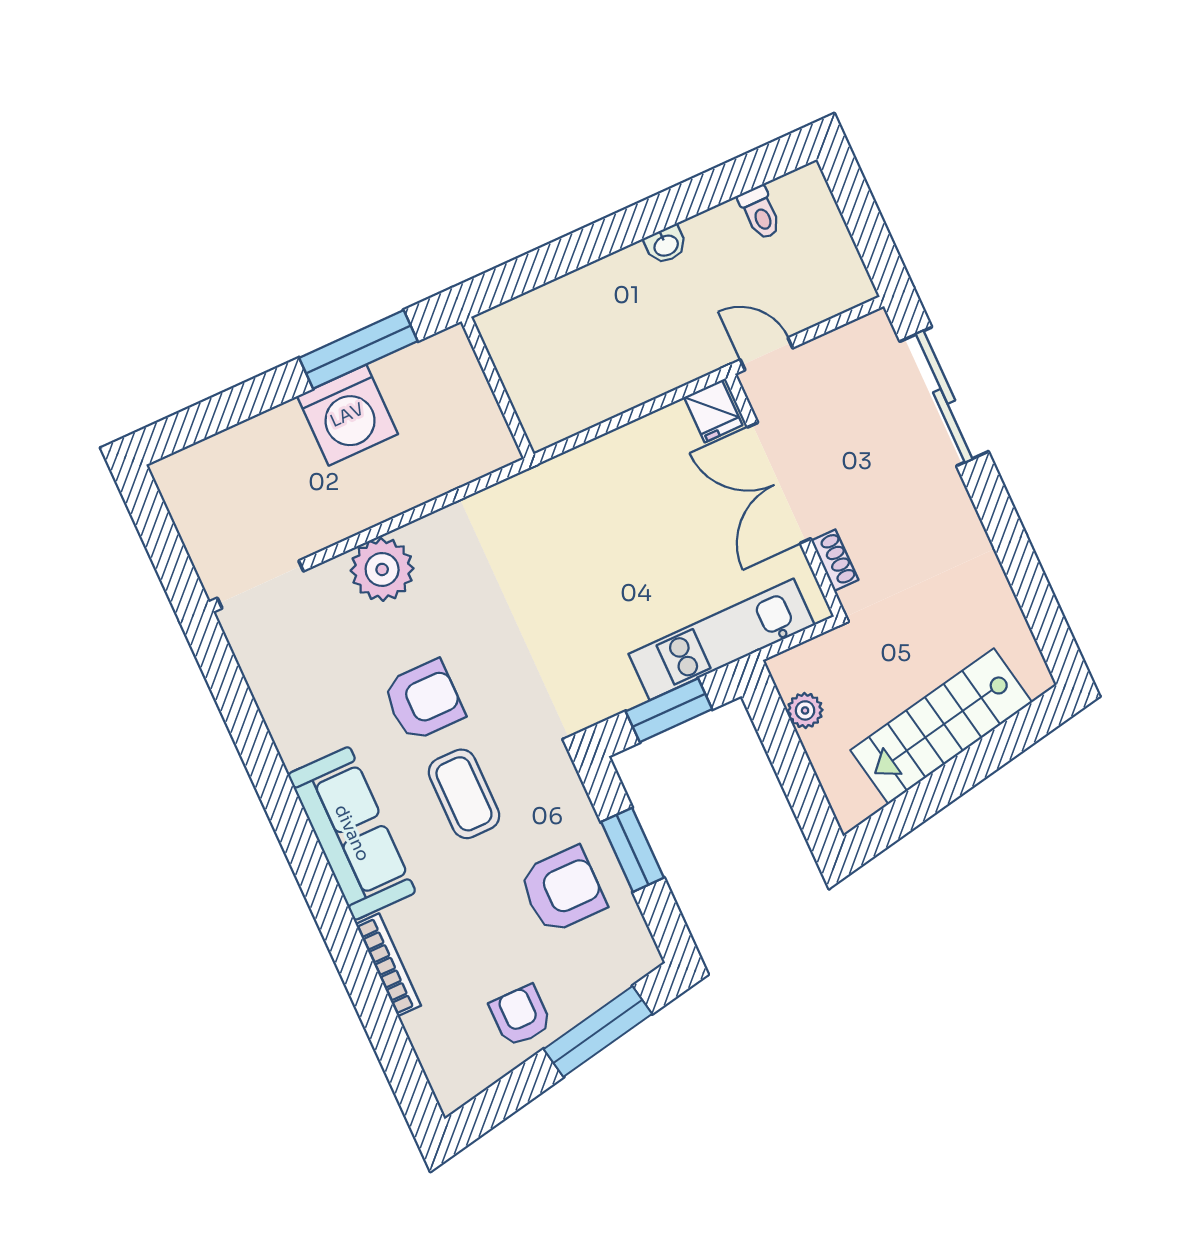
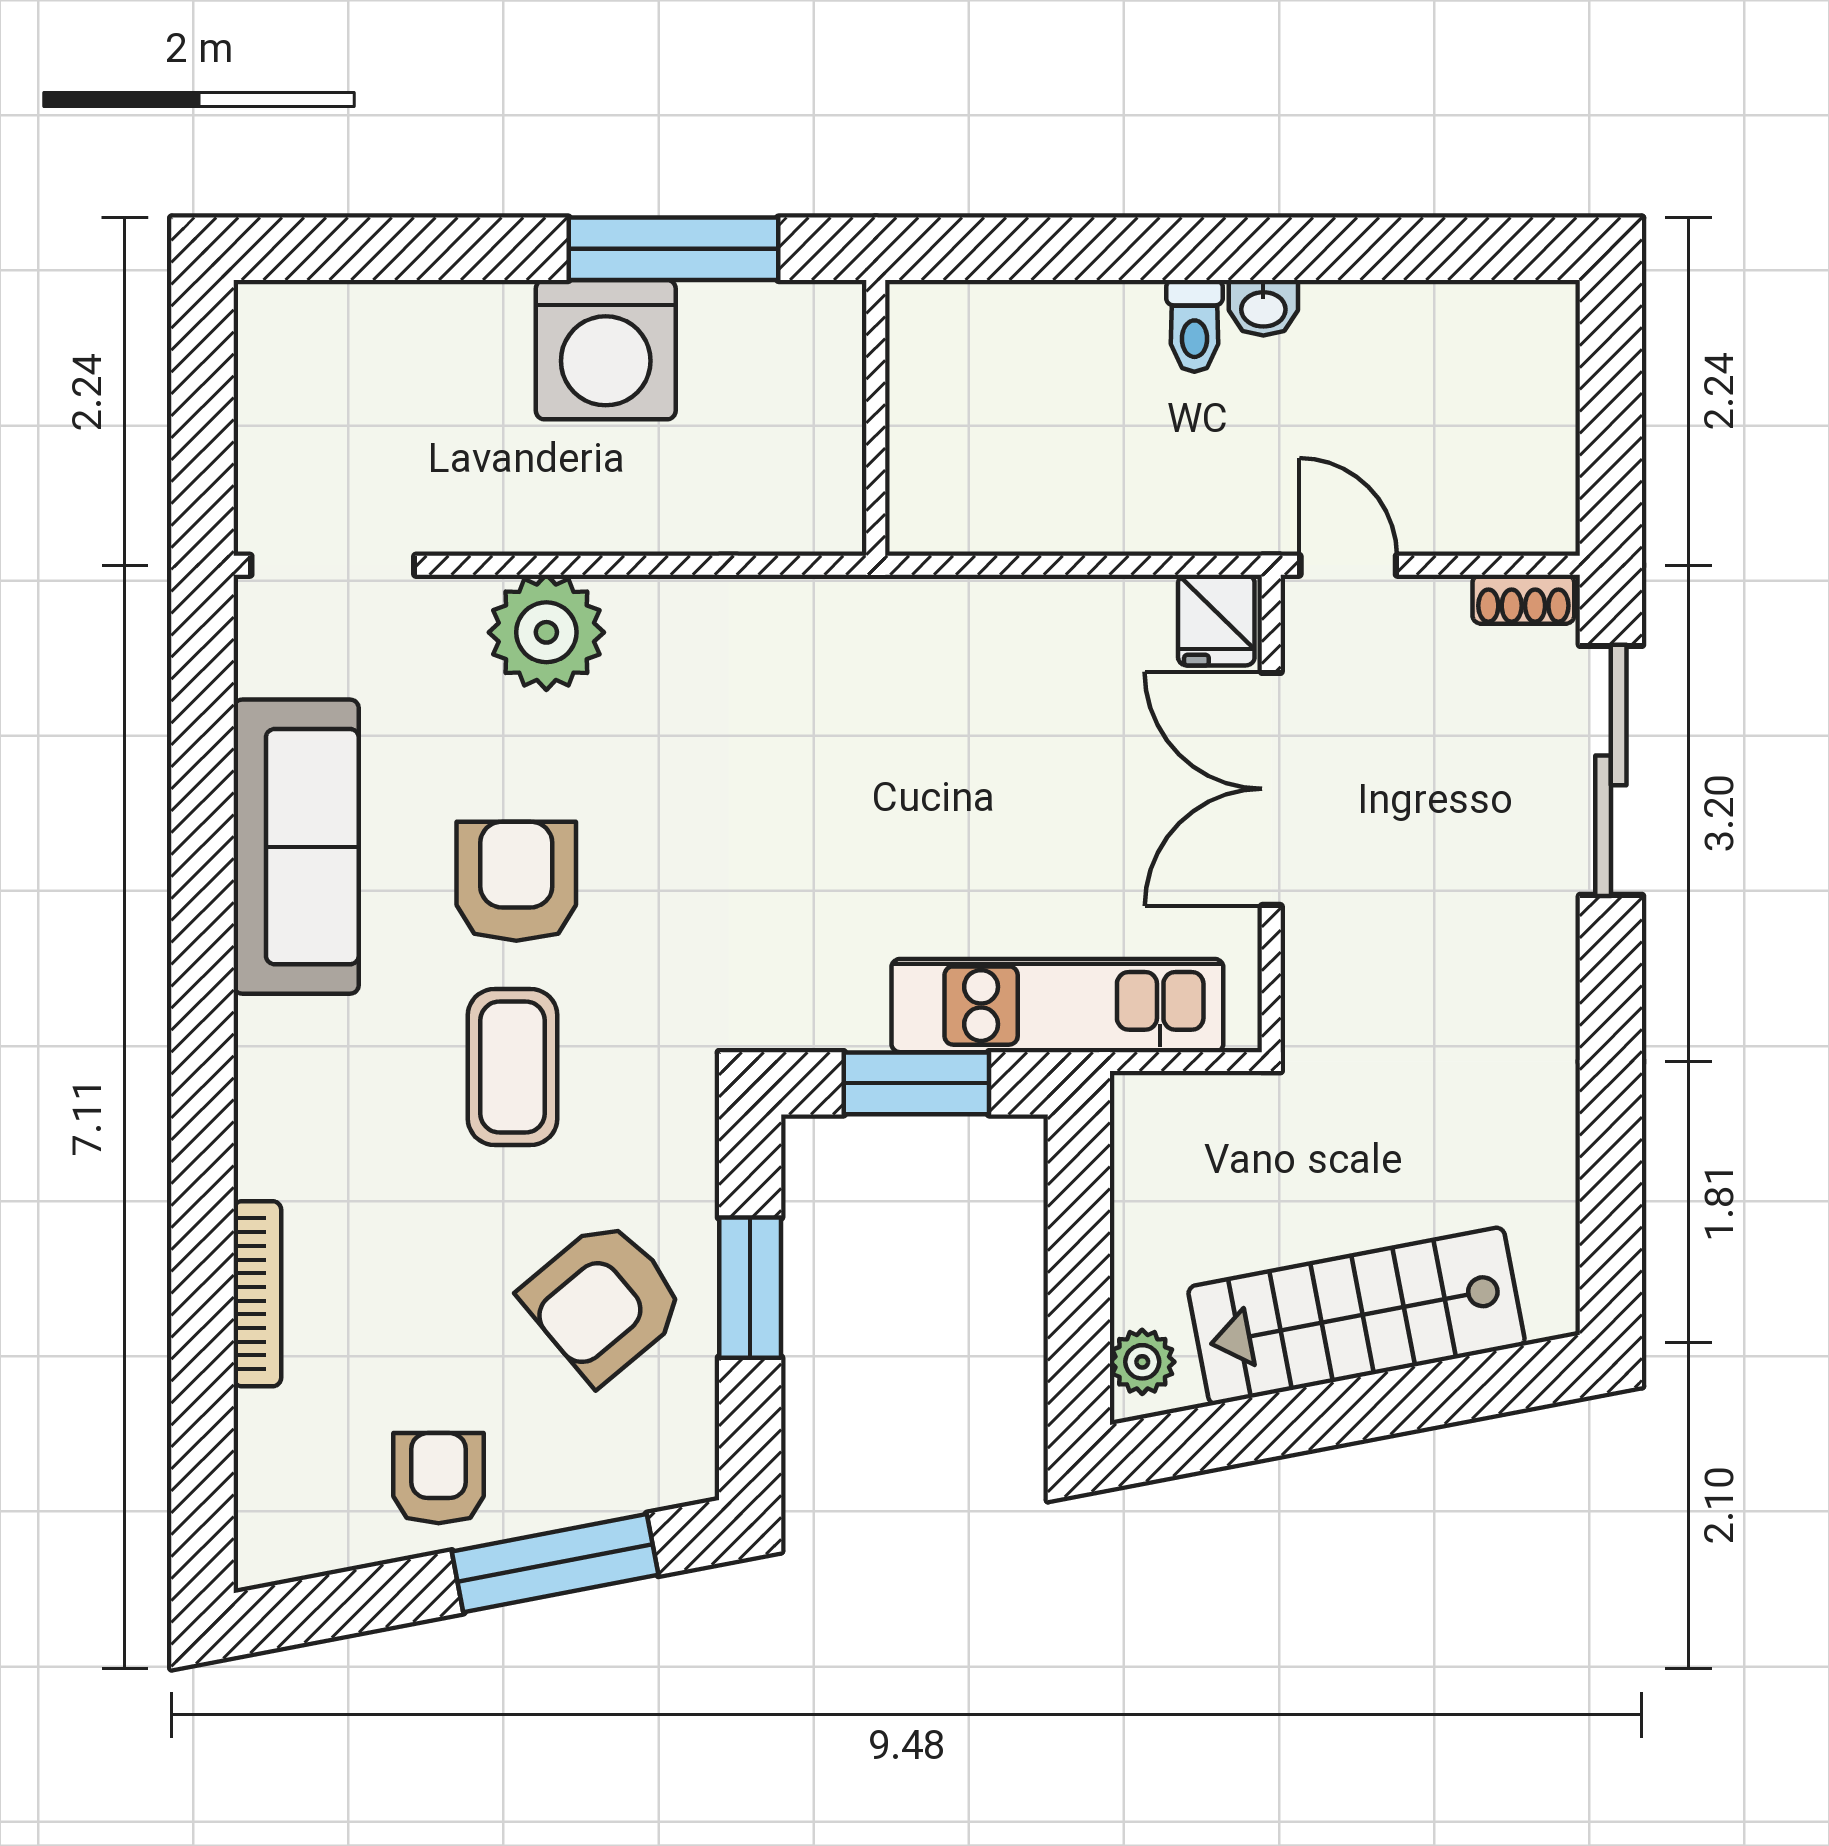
toilet: (760, 213) -> (1194, 326), moved
shoe rack: (835, 560) -> (1523, 599), moved, turned 90
armchair: (424, 700) -> (516, 881), turned -90
plant: (805, 710) -> (1142, 1362), moved
sofa: (352, 833) -> (296, 847), moved
armchair: (563, 890) -> (604, 1301), turned 140

